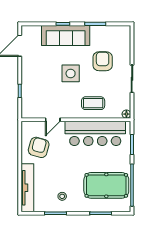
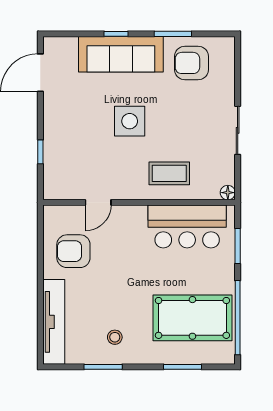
armchair: (103, 61) -> (191, 63), moved, turned -90
bar counter: (95, 133) -> (187, 226), width x0.73
armchair: (39, 147) -> (73, 251), turned -105

